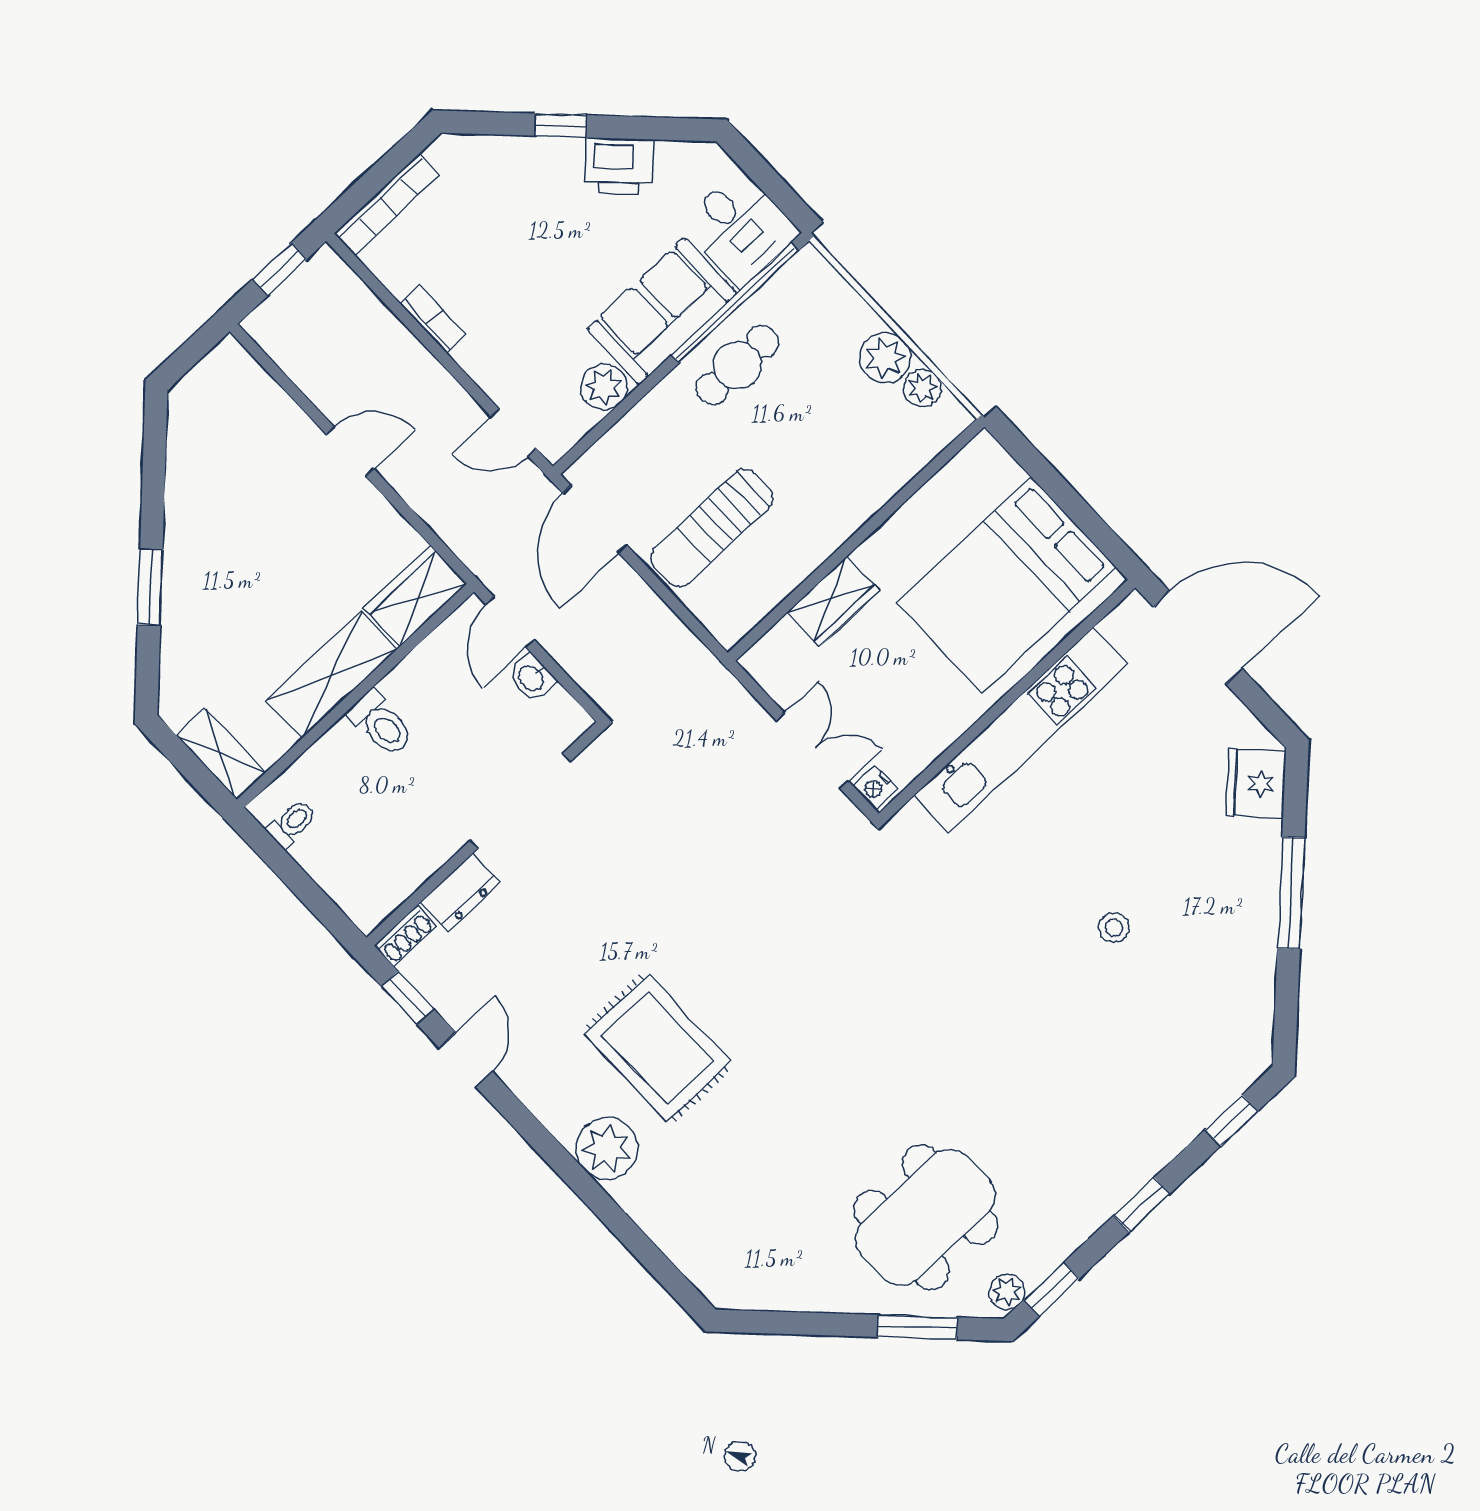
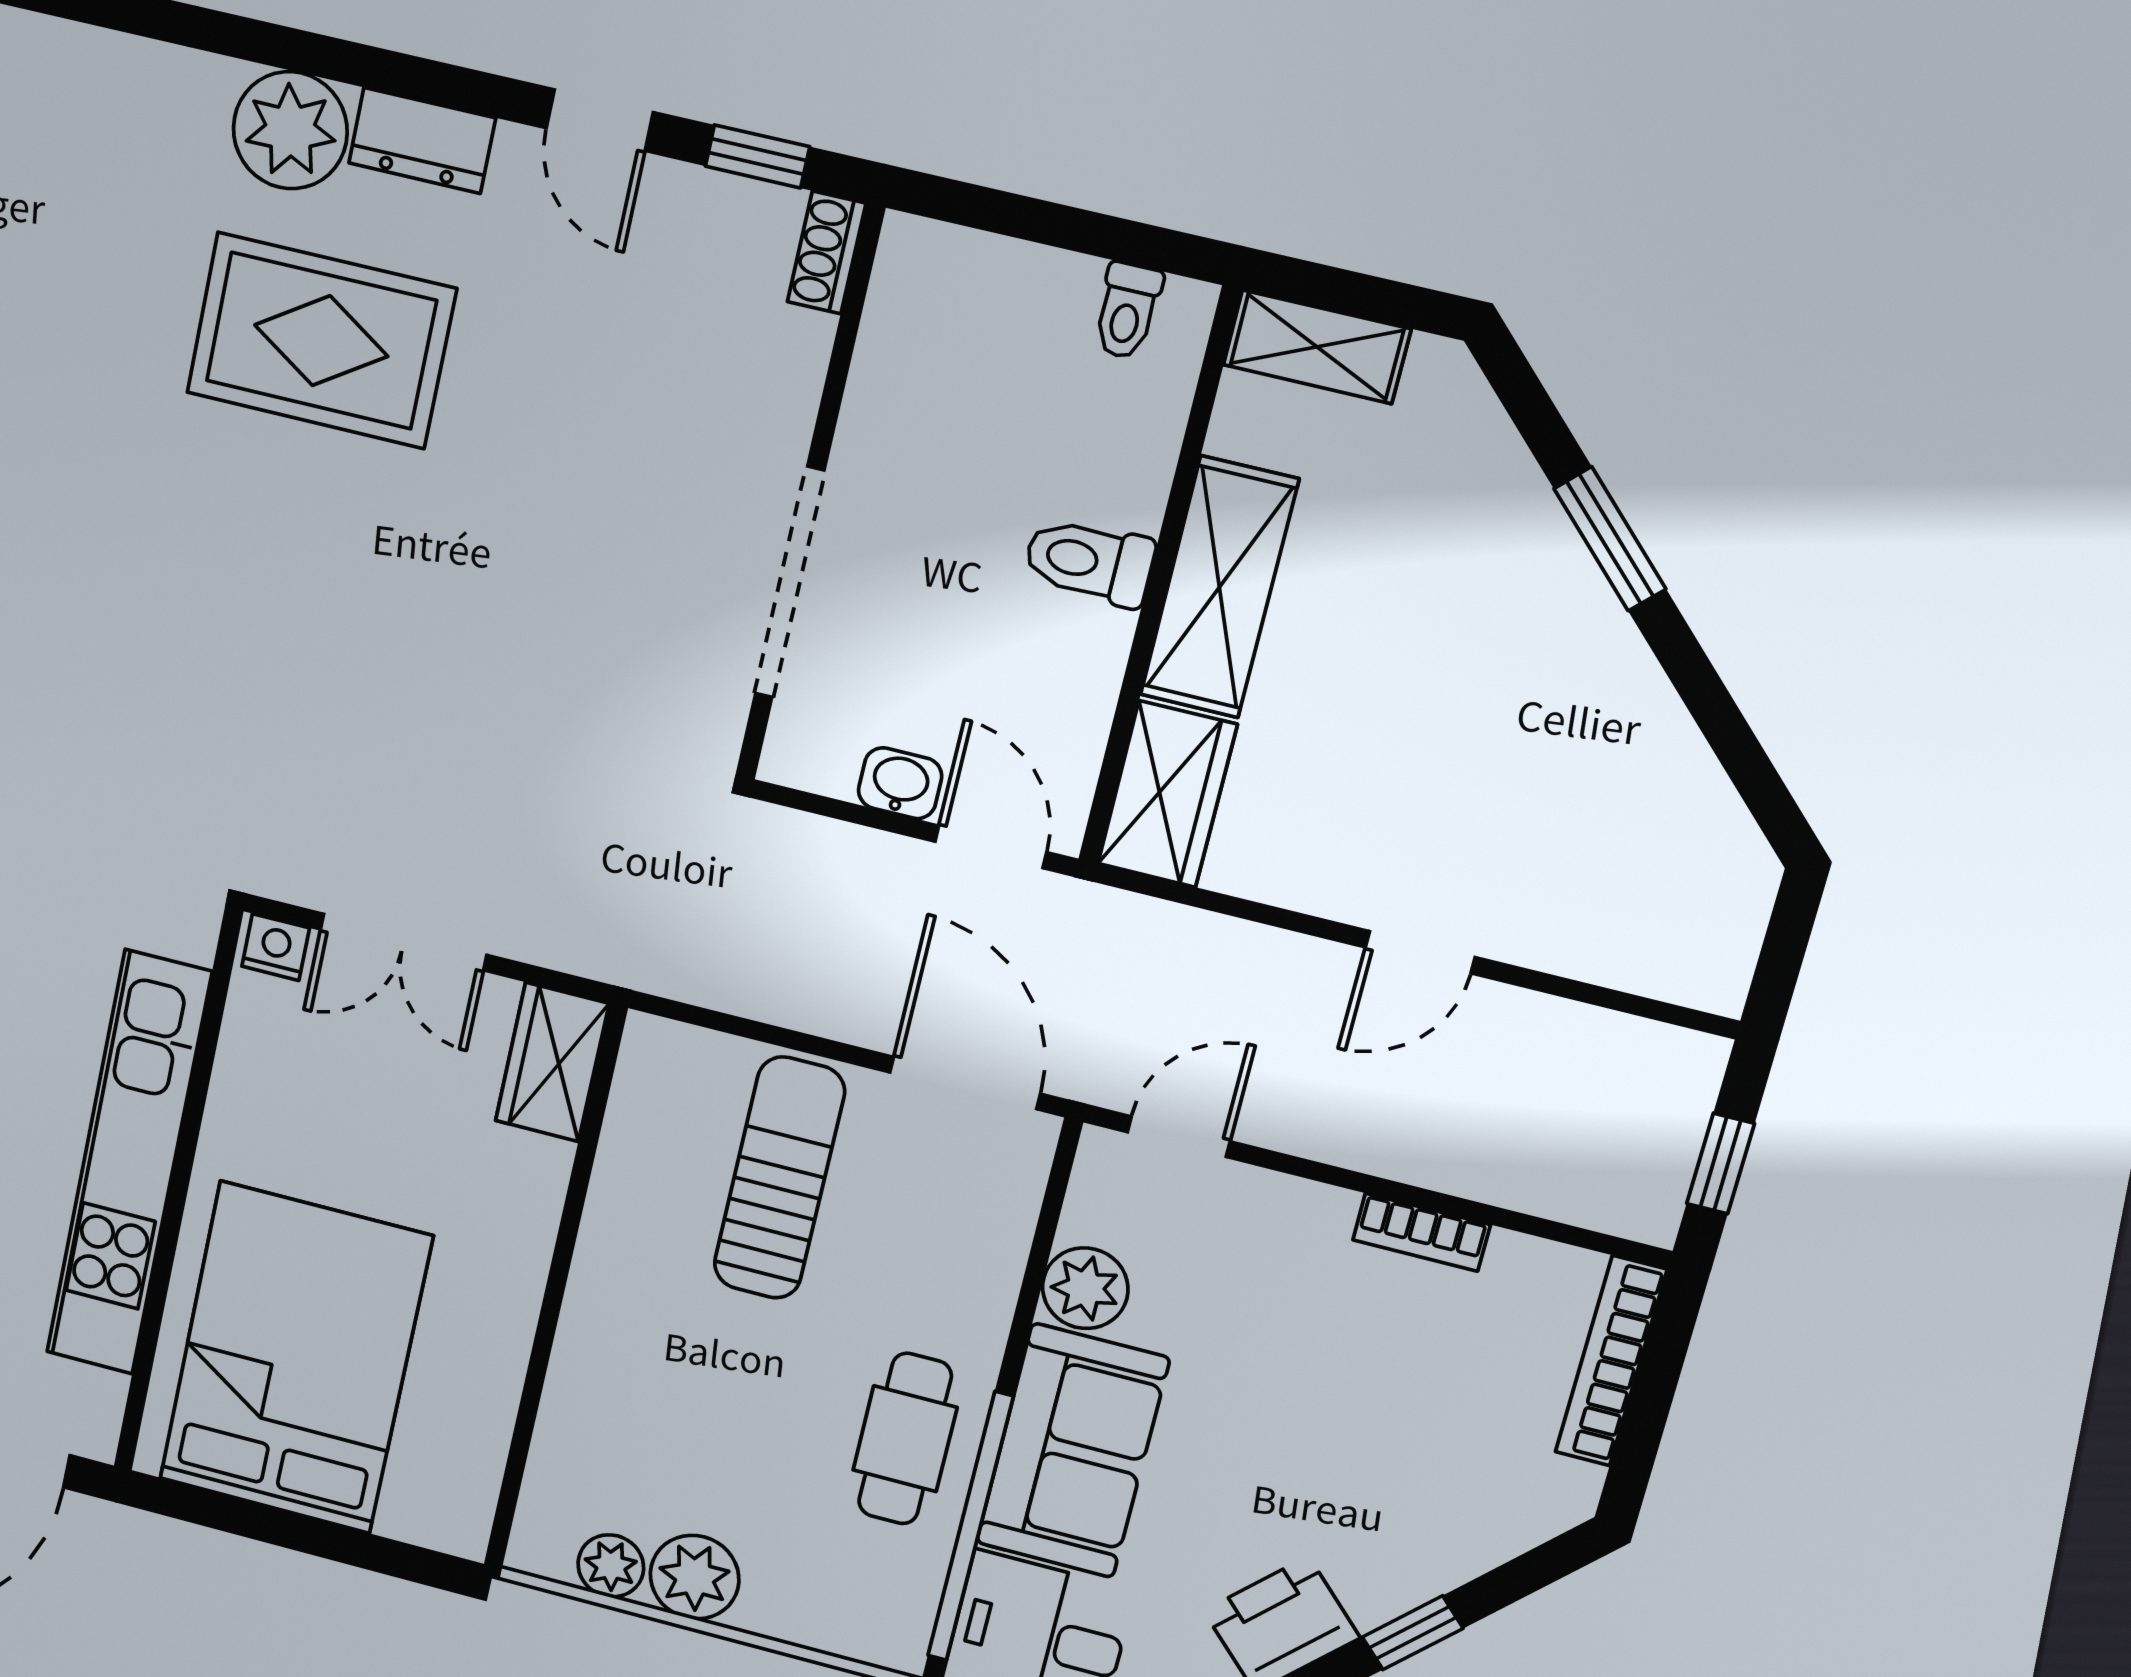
wardrobe: (833, 601) -> (552, 1062), moved
dresser: (460, 893) -> (422, 140), moved, turned -90

